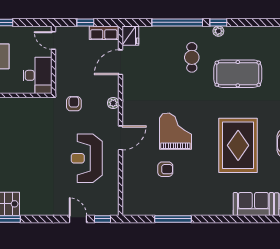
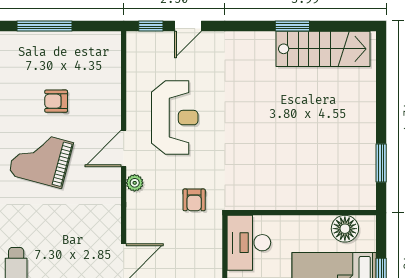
plant: (113, 103) -> (135, 183), moved
grand piano: (175, 131) -> (41, 159), turned 105
door: (78, 219) -> (188, 26), hinge flipped

